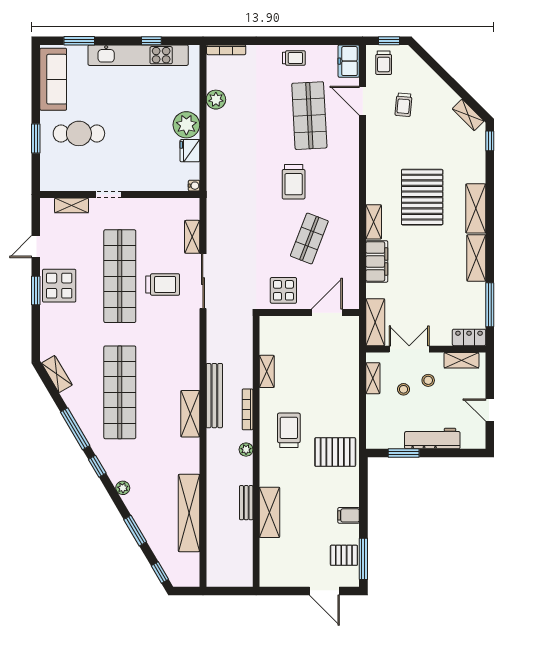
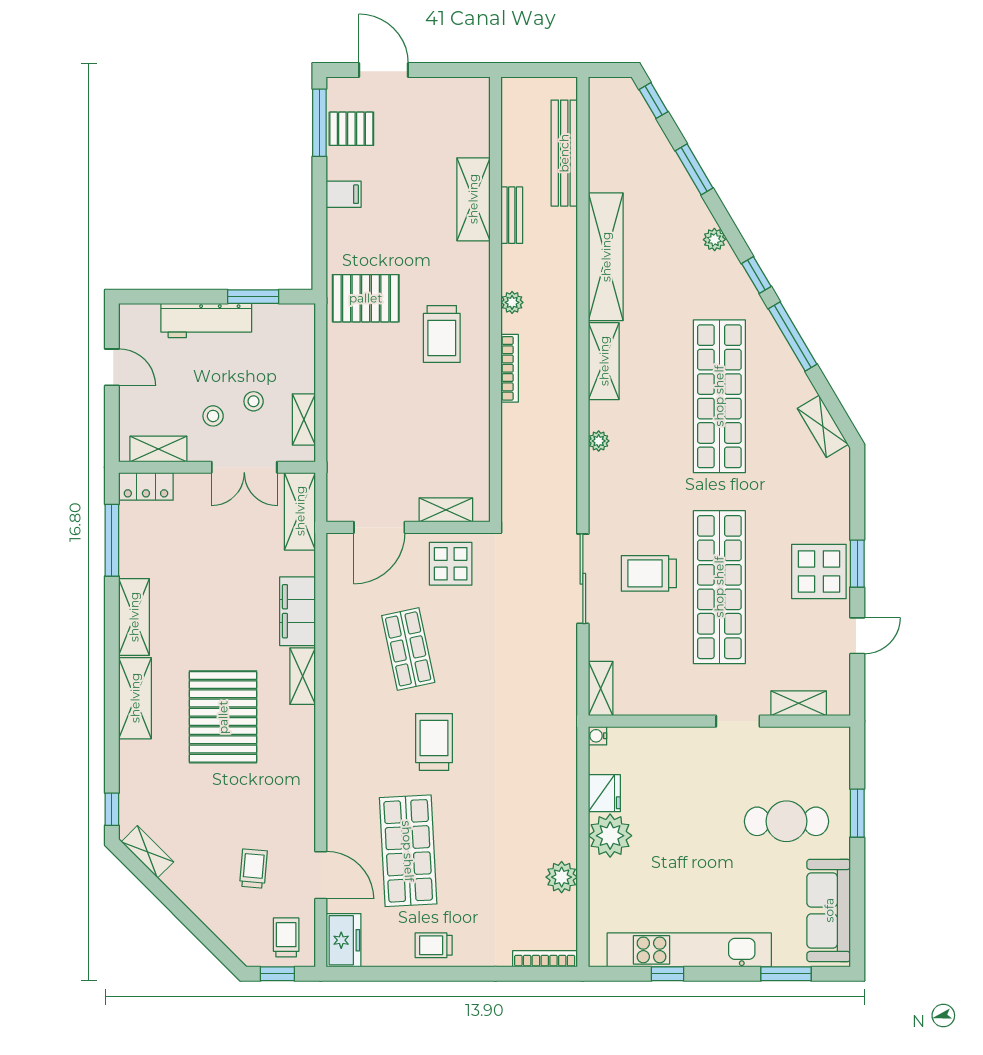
shelving: (192, 237) -> (601, 689), moved
shop shelf: (309, 238) -> (408, 649), turned -33
plant: (193, 365) -> (599, 441), added
shelving: (267, 371) -> (446, 510), moved, turned 90
bench: (214, 396) -> (564, 153), moved
shelving: (189, 513) -> (606, 257), moved

